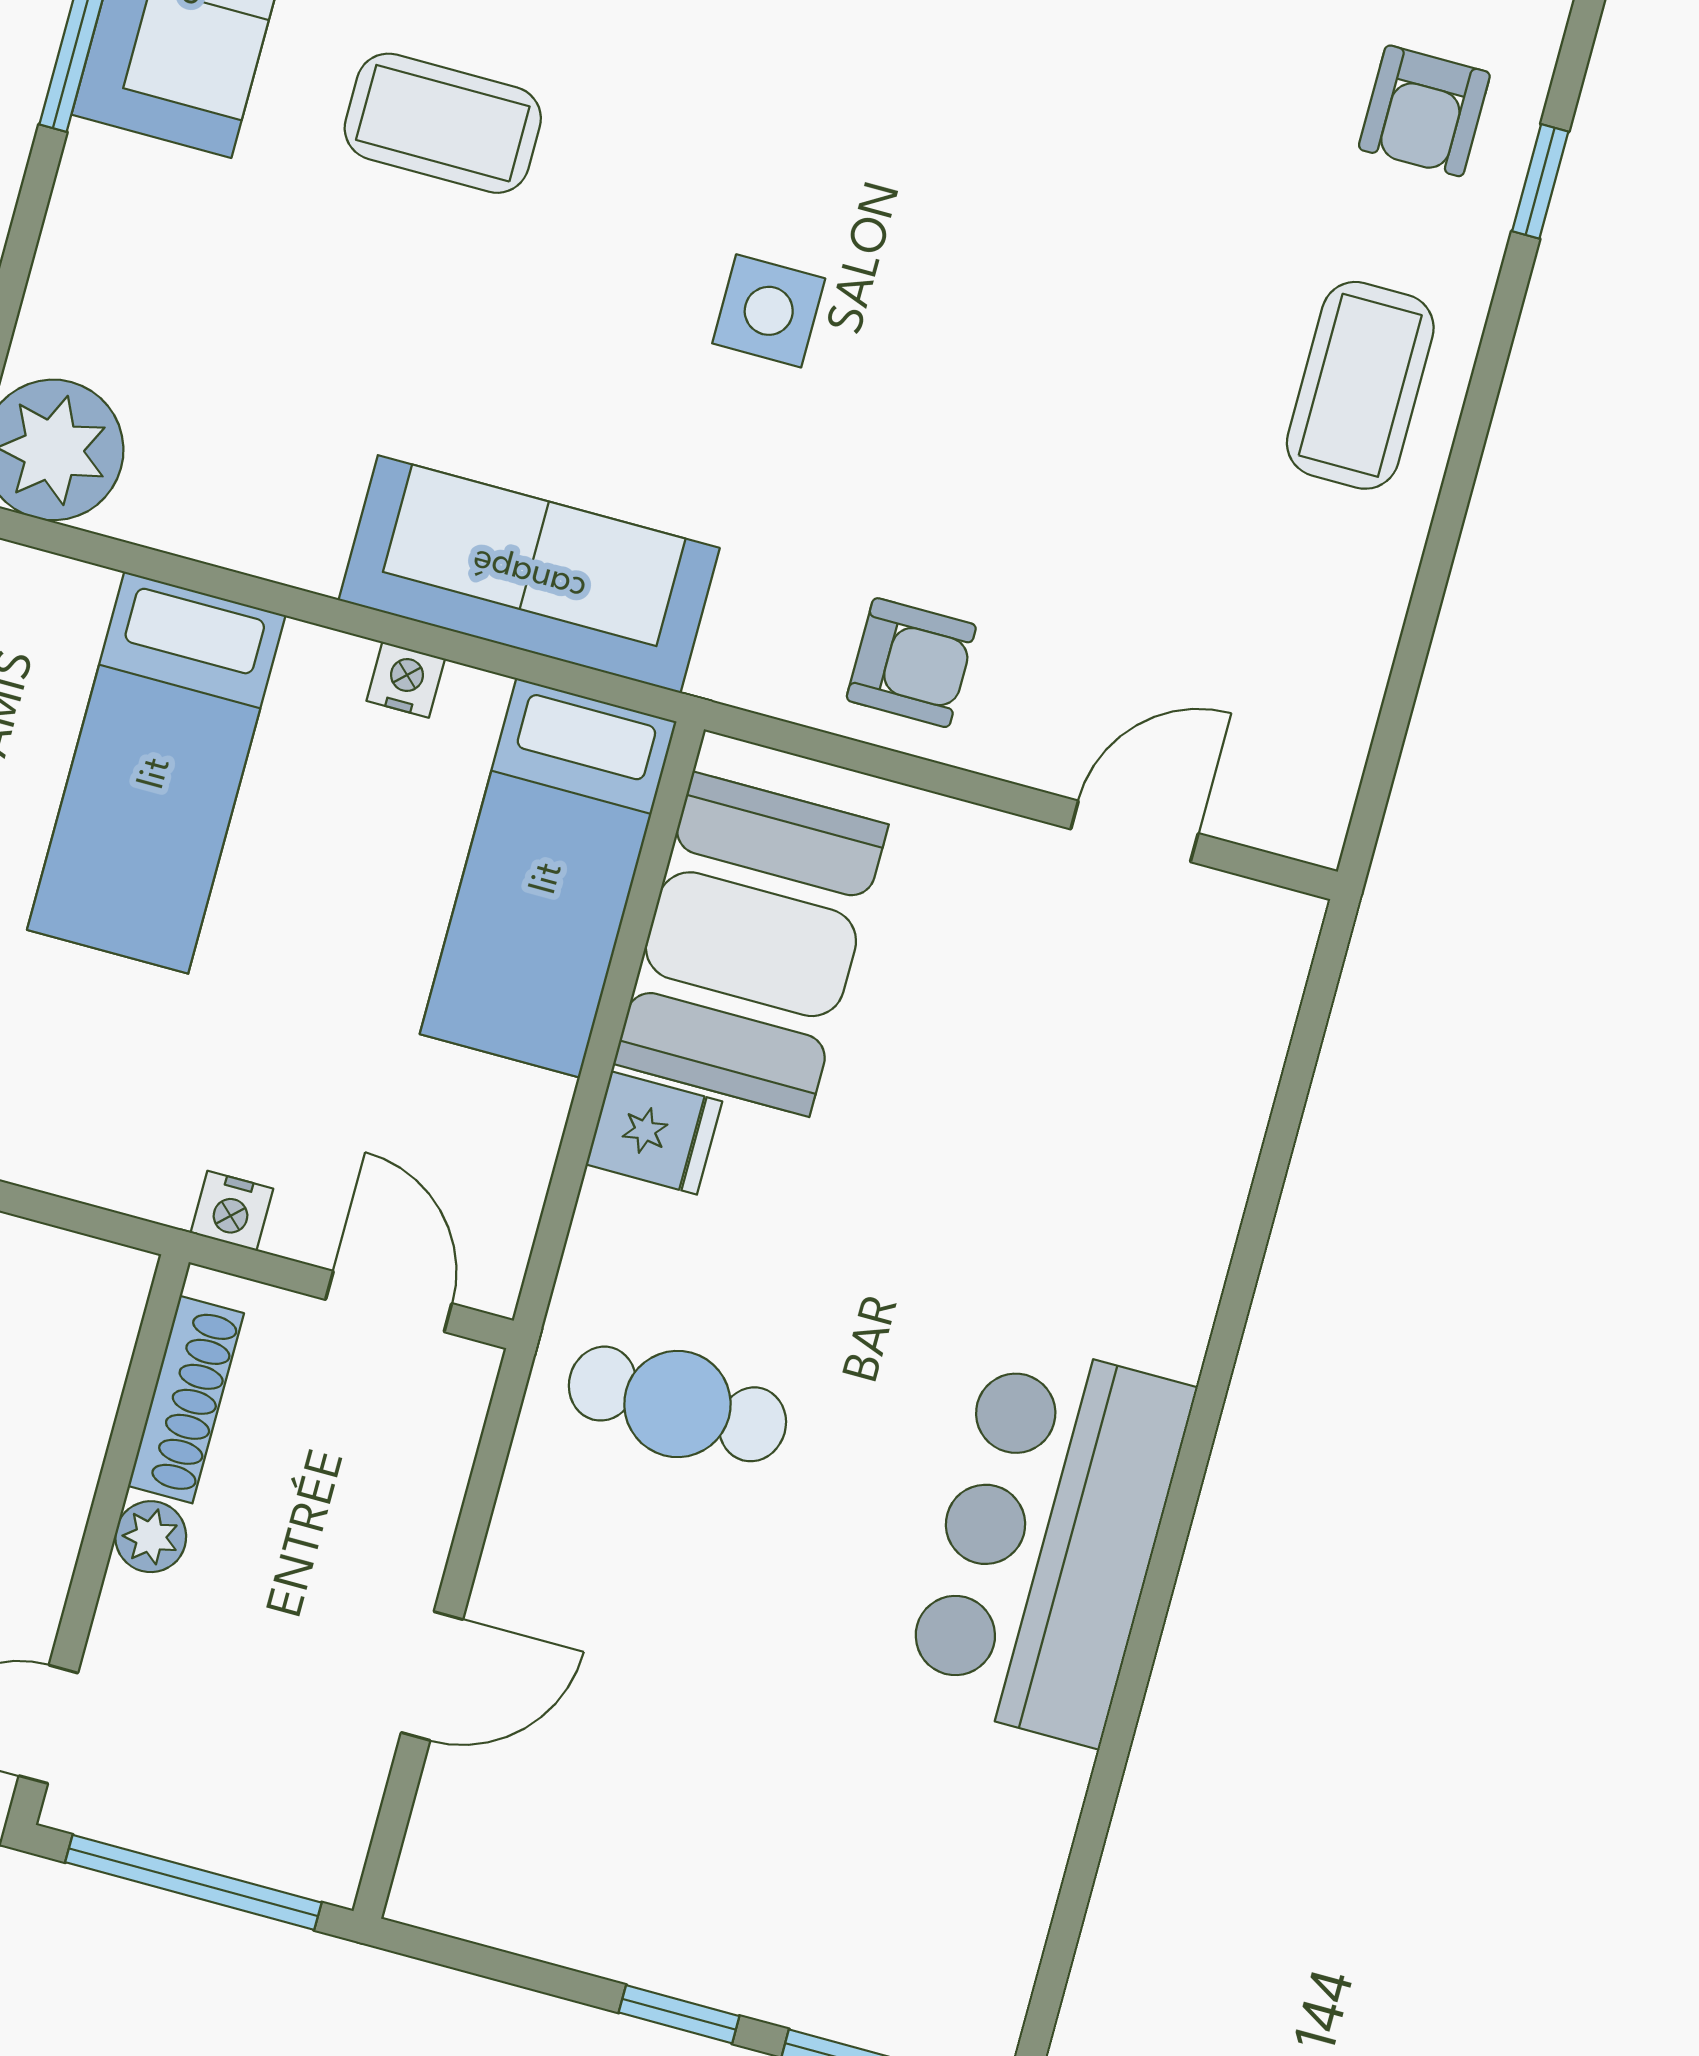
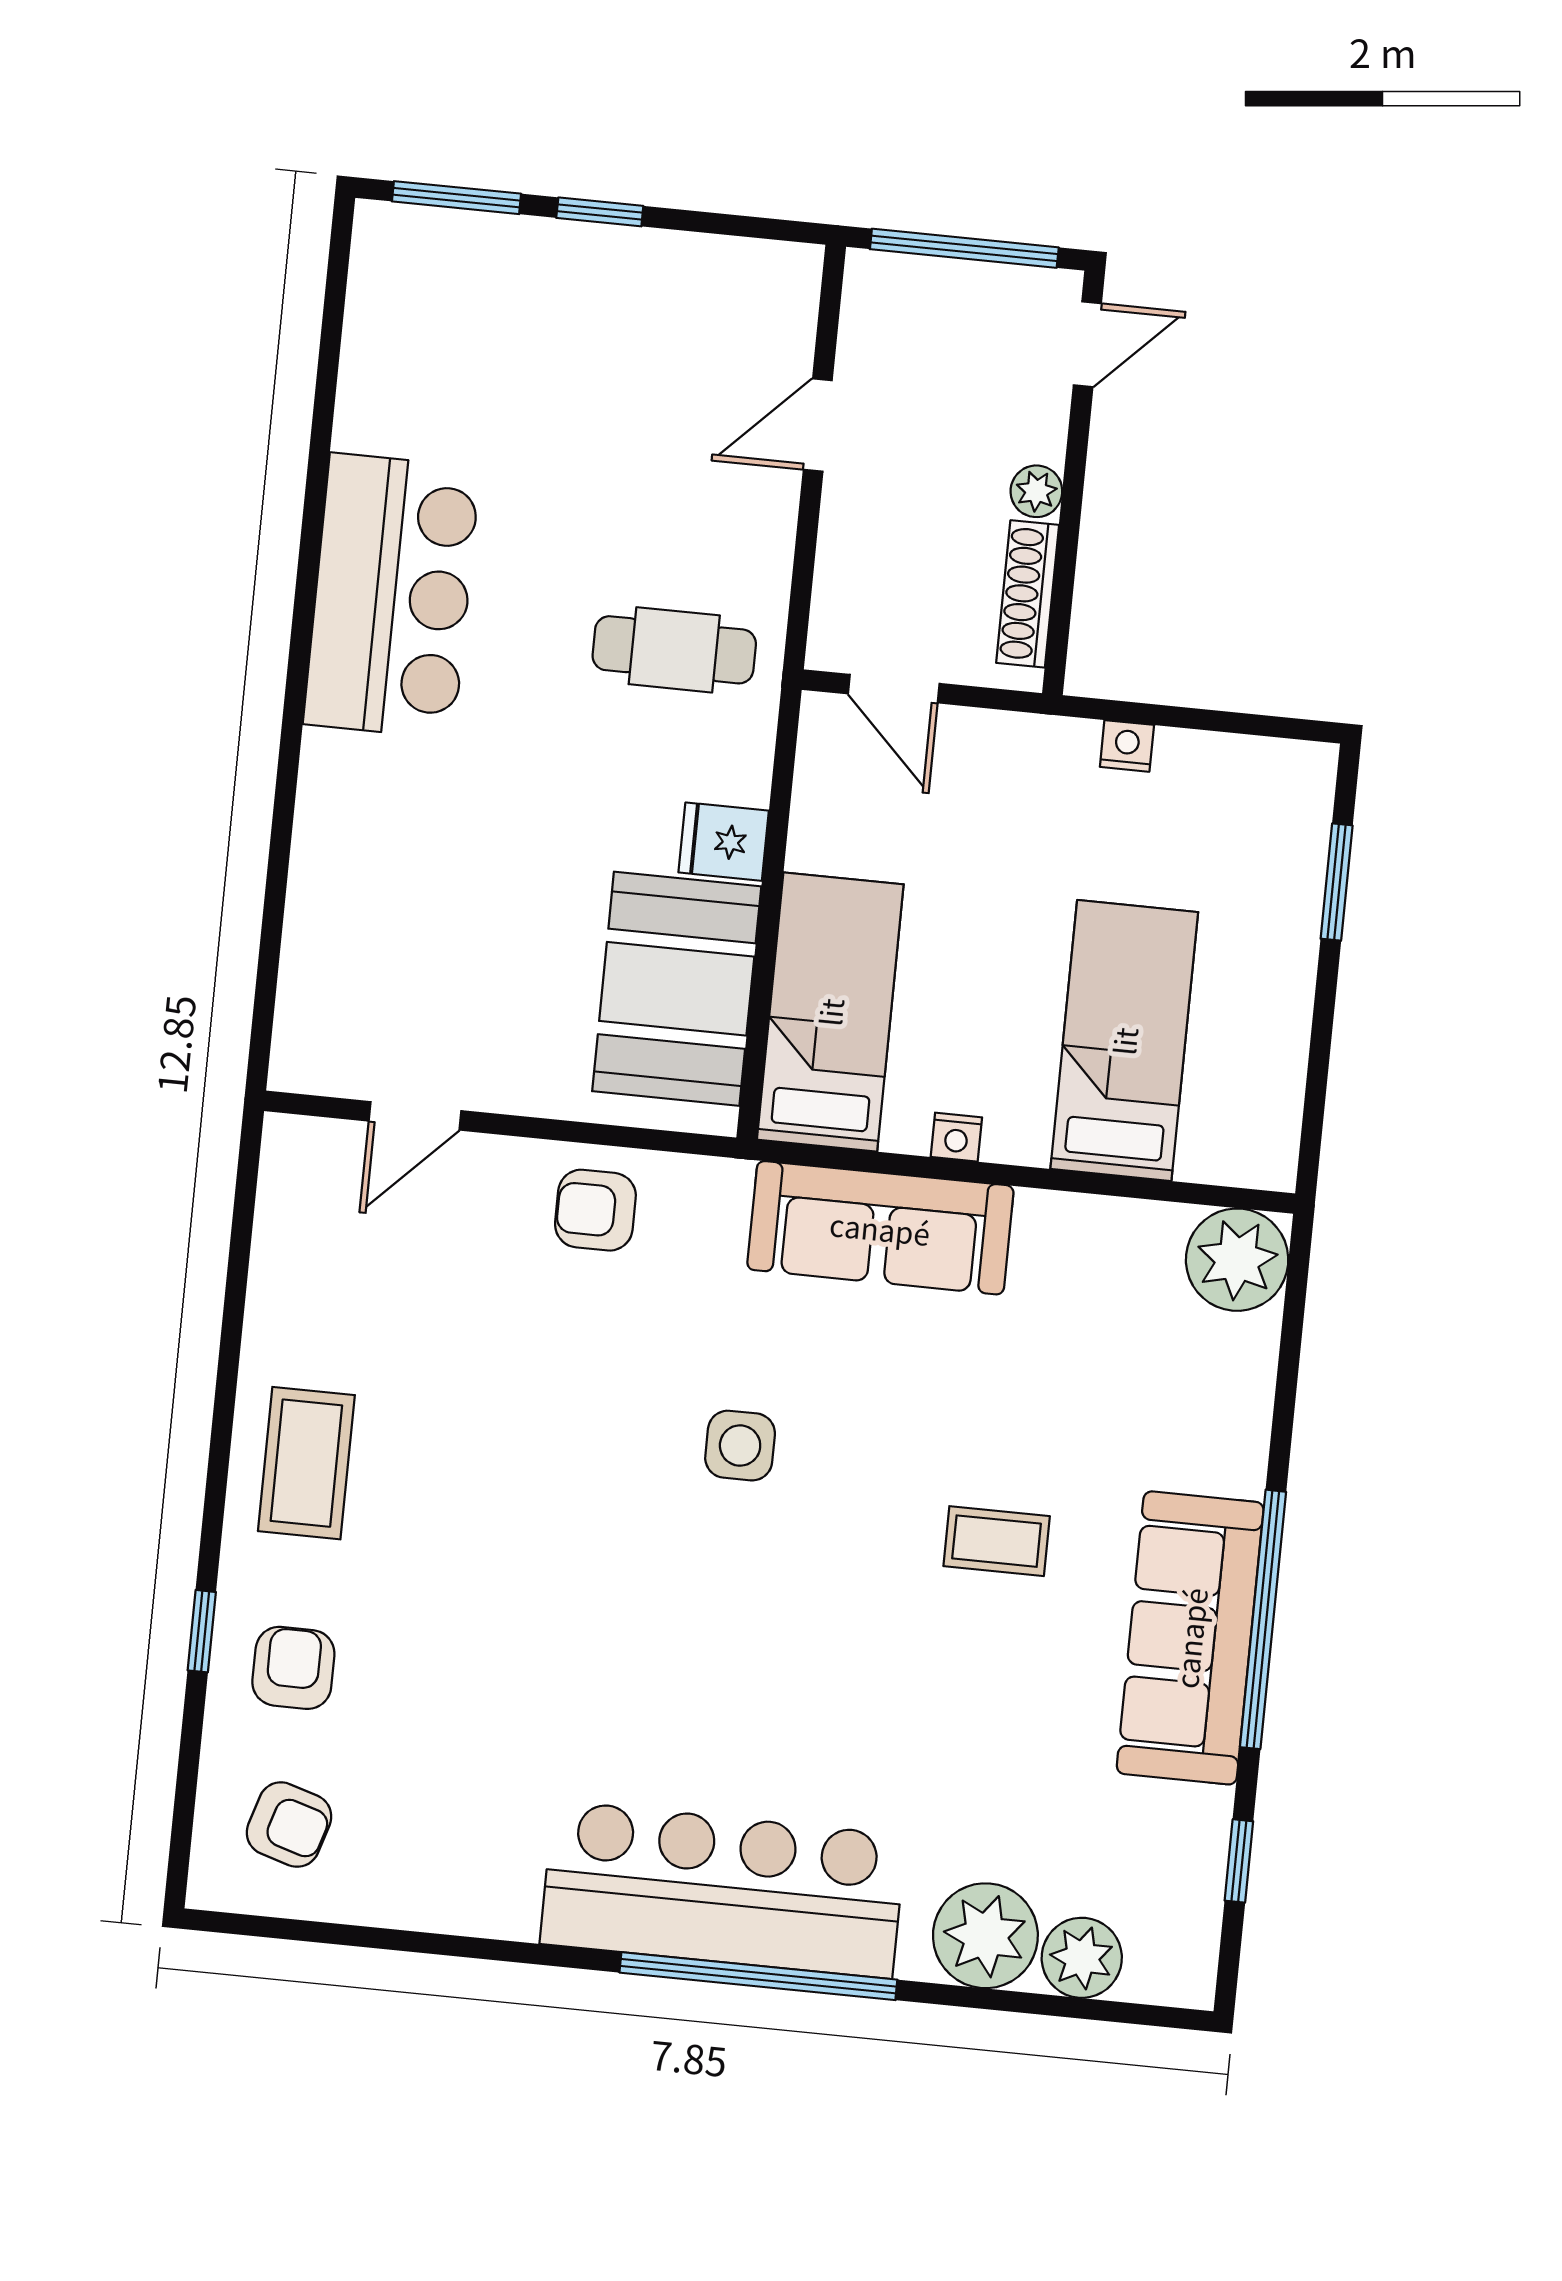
coffee table: (443, 123) -> (997, 1541), width x0.73, depth x0.77
nightstand: (232, 1211) -> (1127, 746), moved

